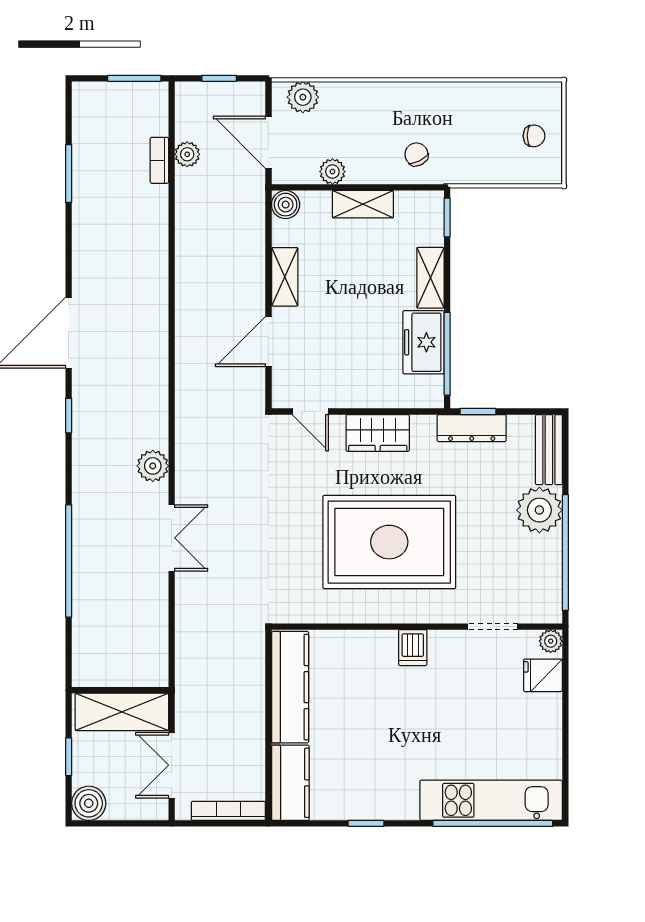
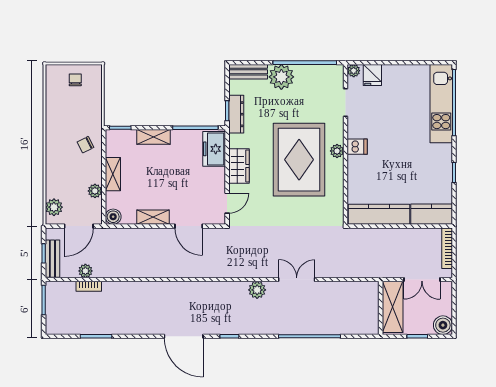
bench: (209, 94) -> (52, 259), added
freezer: (424, 342) -> (214, 149), moved, turned 90
plant: (405, 611) -> (337, 151), added

